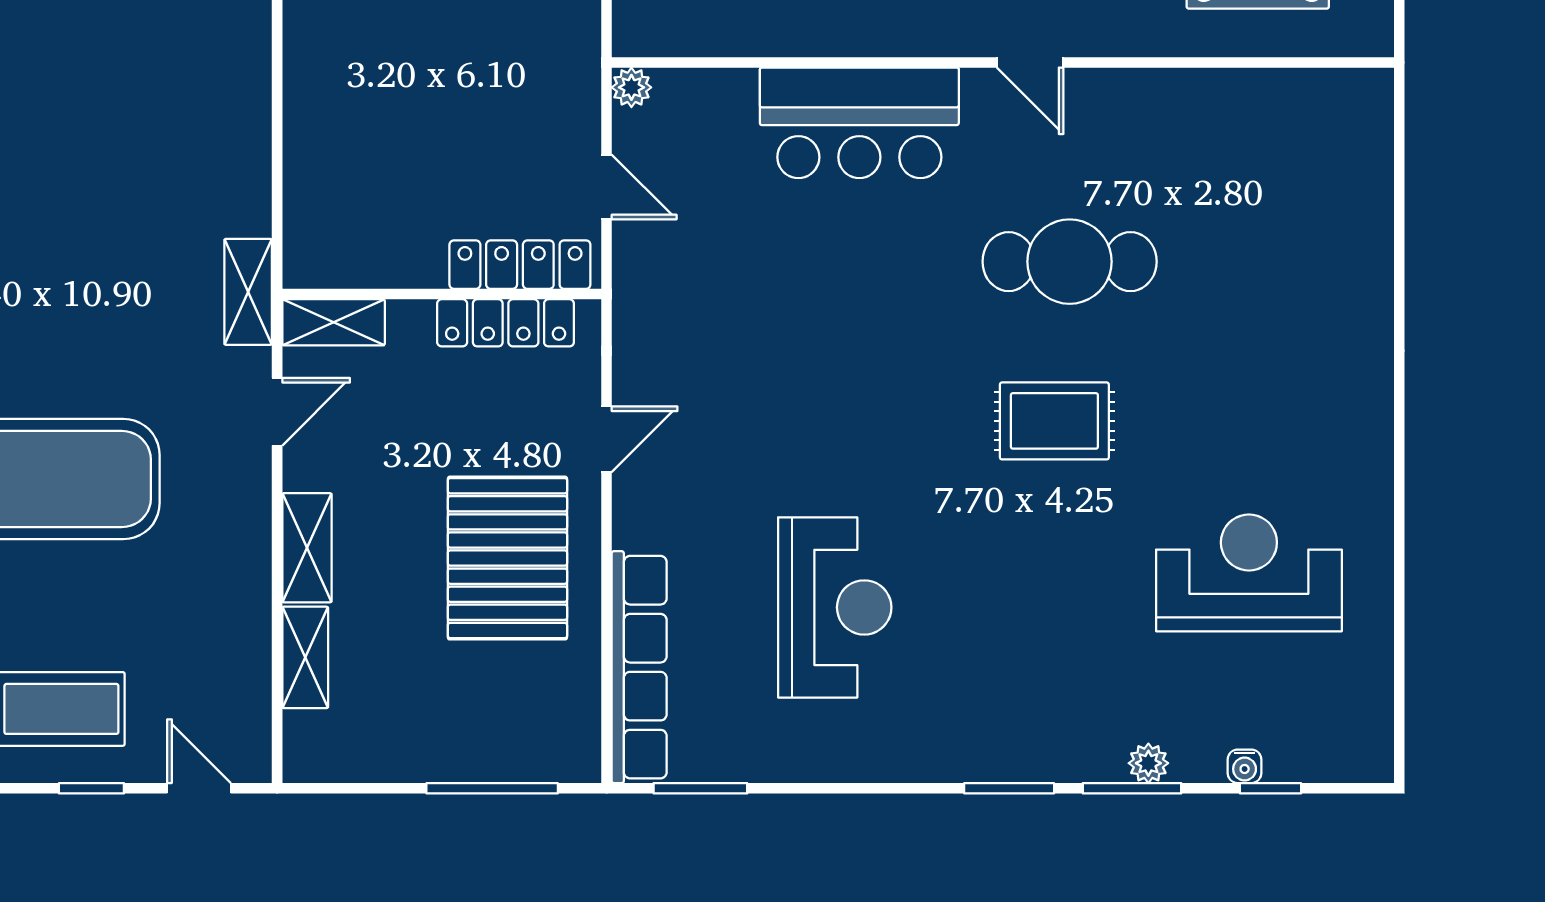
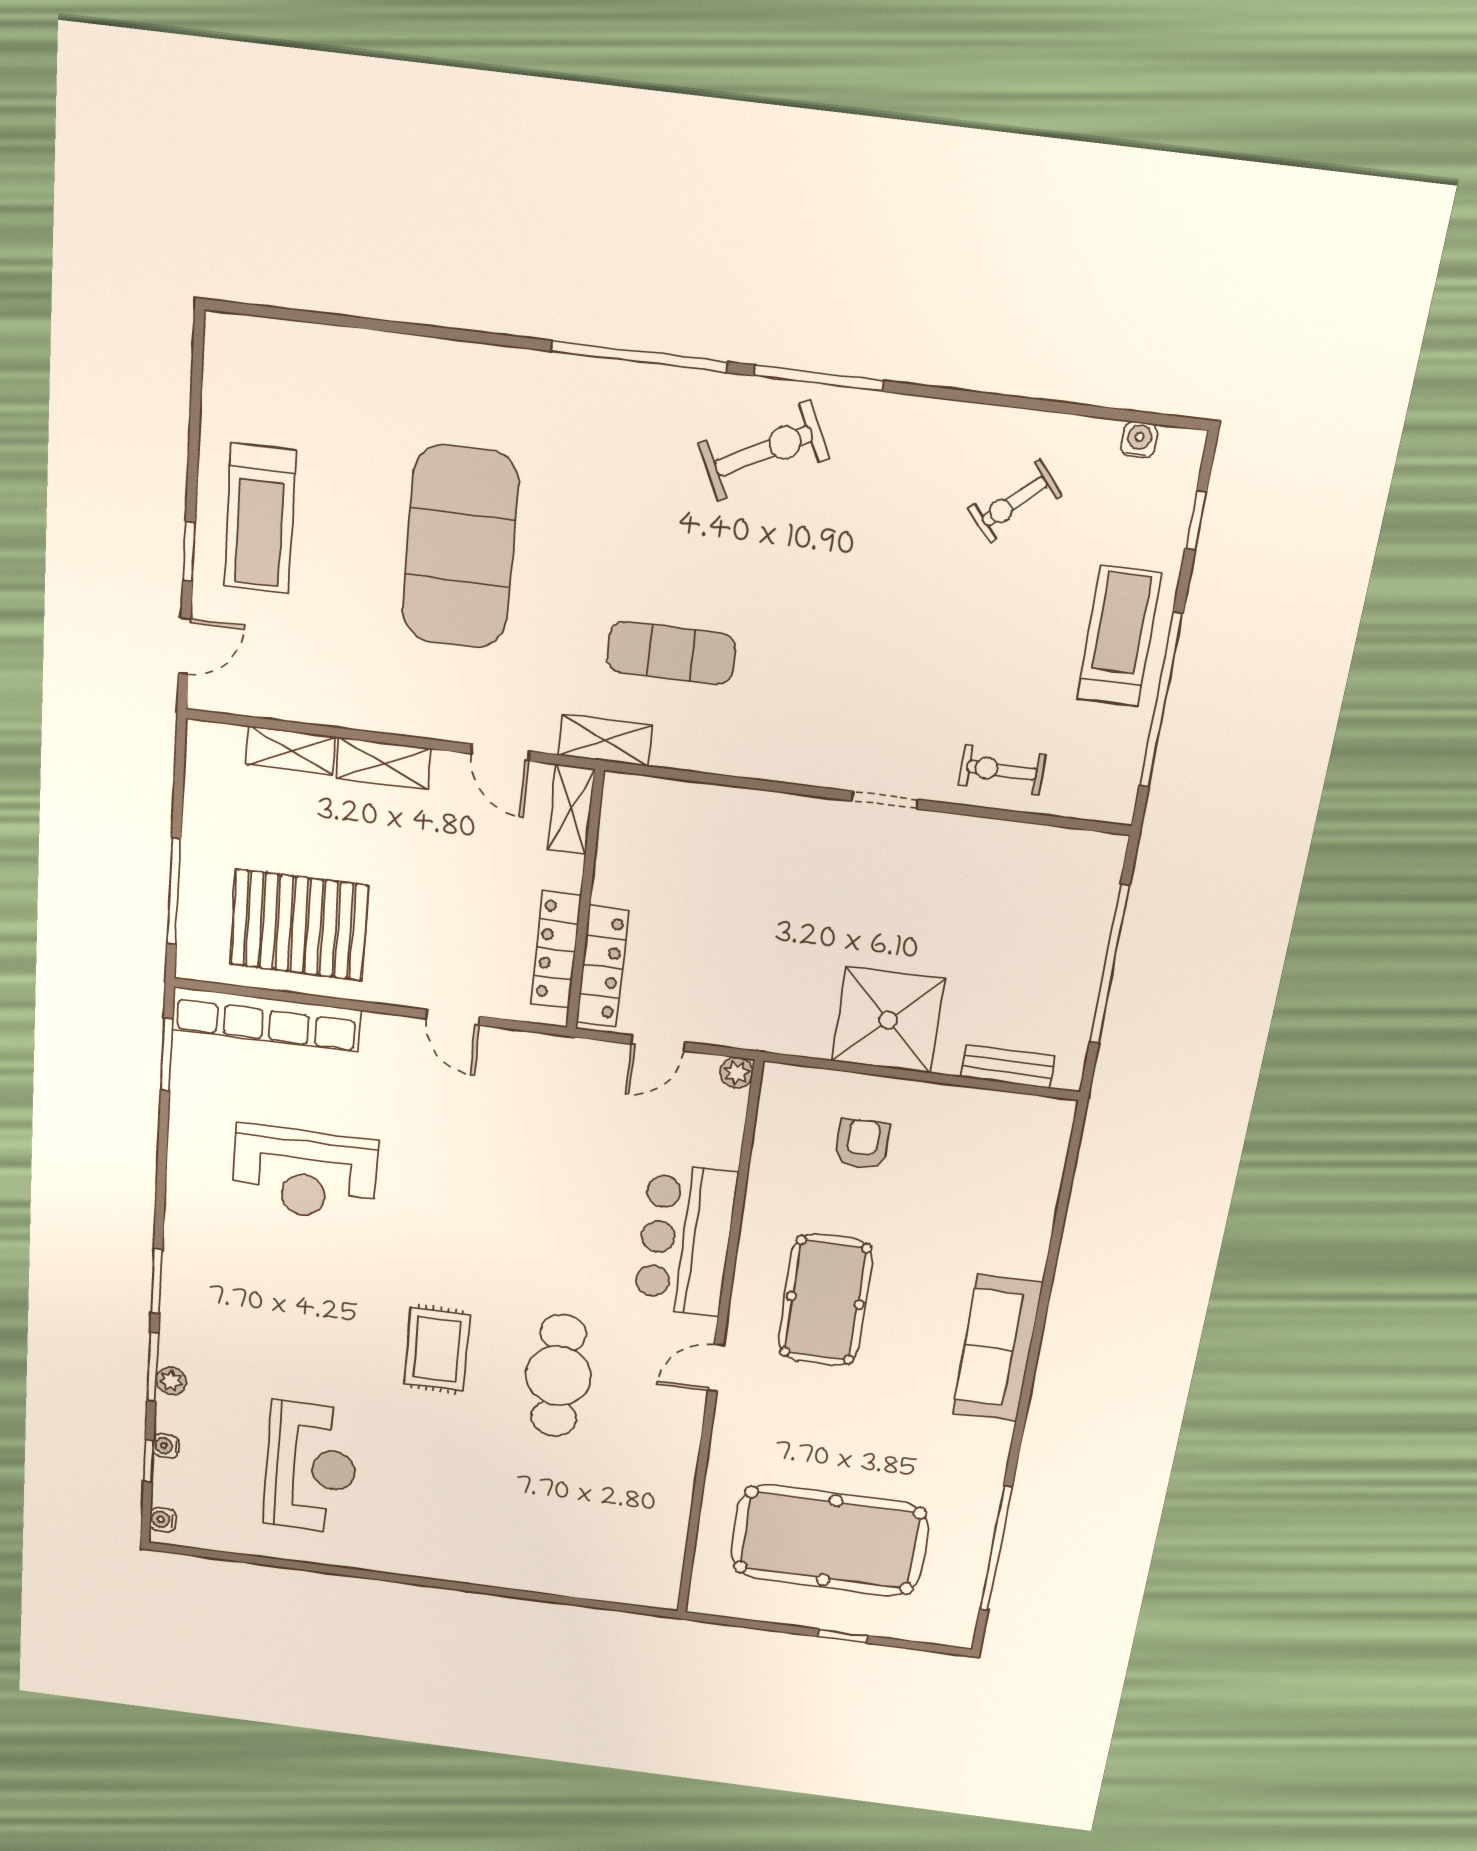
exercise mat: (139, 227) -> (671, 653), added
pallet: (507, 558) -> (299, 925), moved
water cooler: (1356, 766) -> (163, 1520), added

